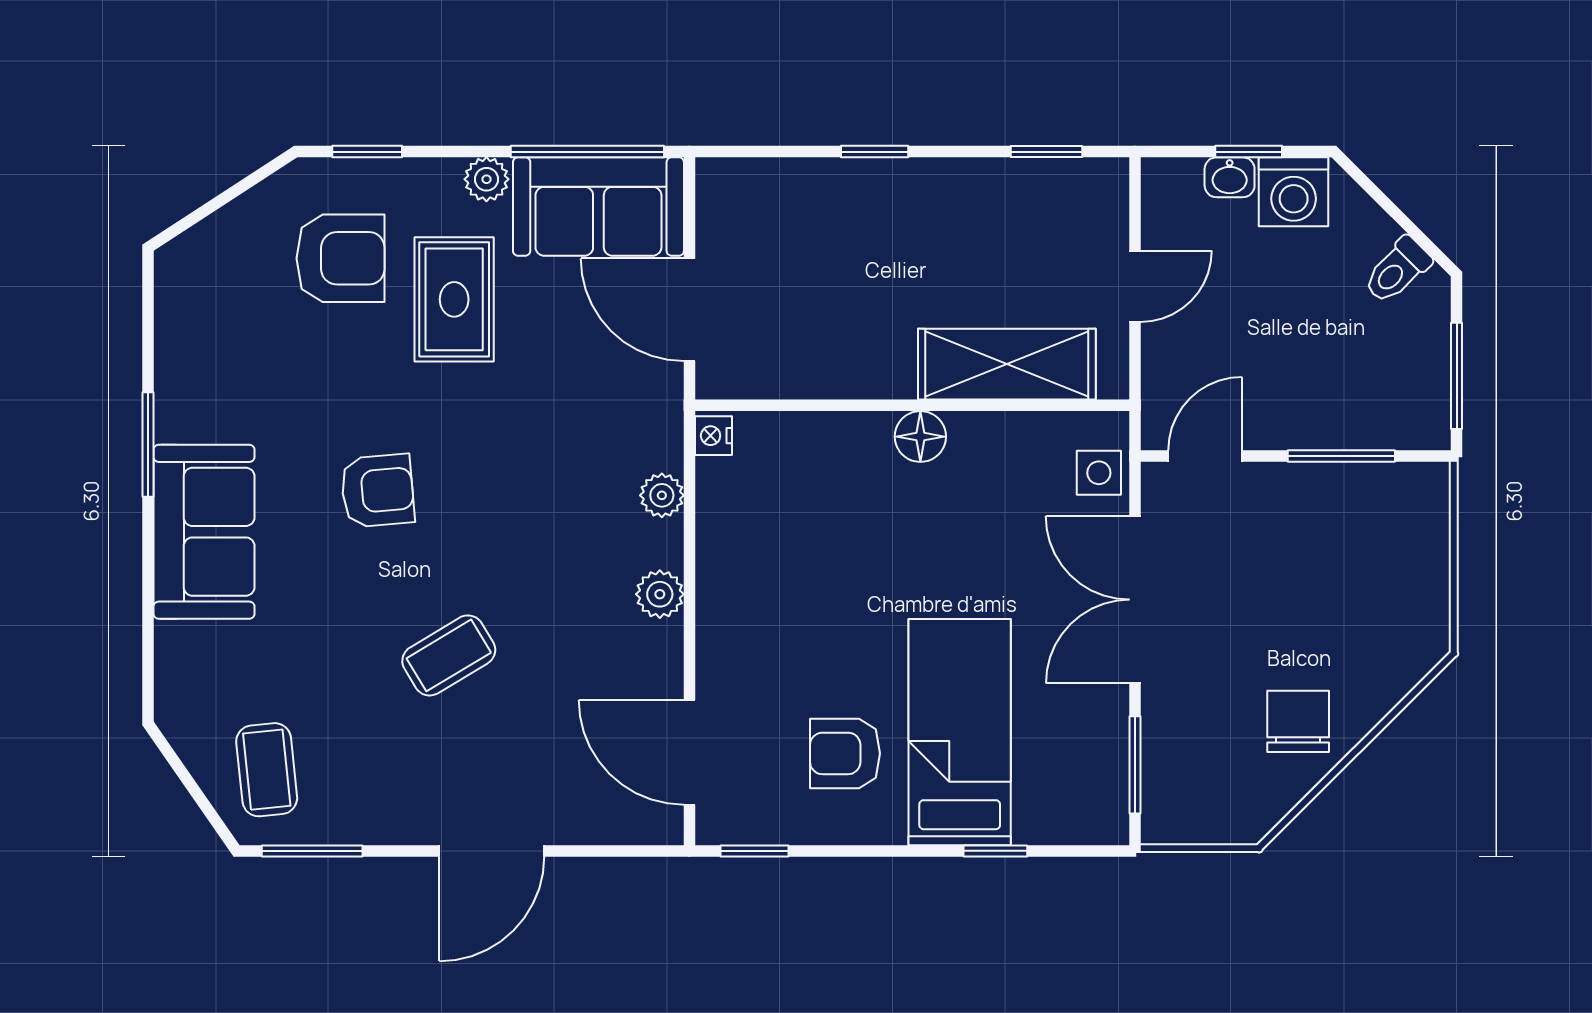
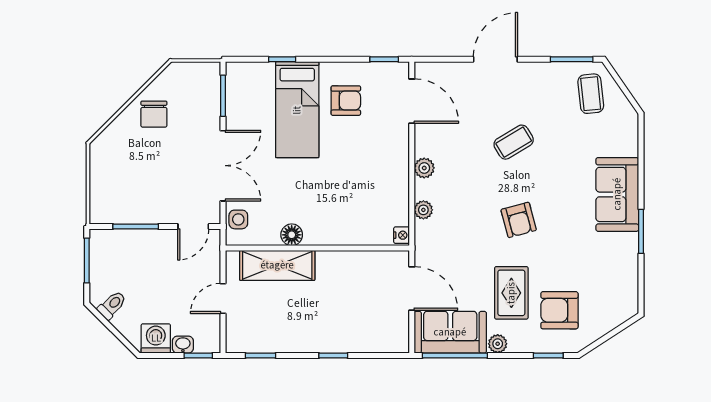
window: (1249, 152) -> (198, 355), moved
floor lamp: (920, 437) -> (292, 235), moved
armchair: (377, 491) -> (519, 220), moved, turned -100

